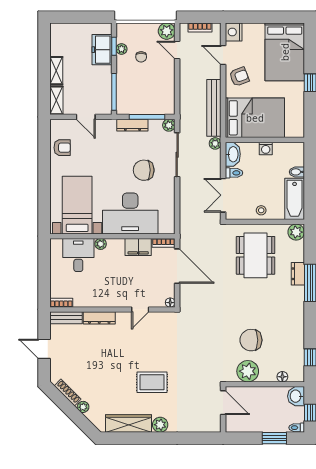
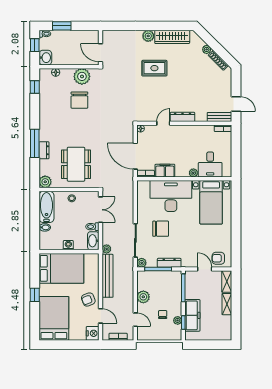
plant: (167, 31) -> (143, 297), moved
freezer: (102, 50) -> (192, 315), width x1.40
bed: (255, 118) -> (61, 268), moved, turned 180
armchair: (62, 148) -> (218, 258), moved
dresser: (99, 318) -> (183, 117), moved
chair: (251, 340) -> (79, 100), turned 90
door: (44, 349) -> (236, 104), moved

